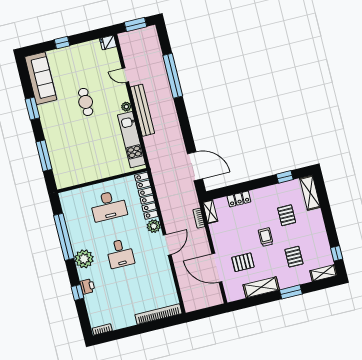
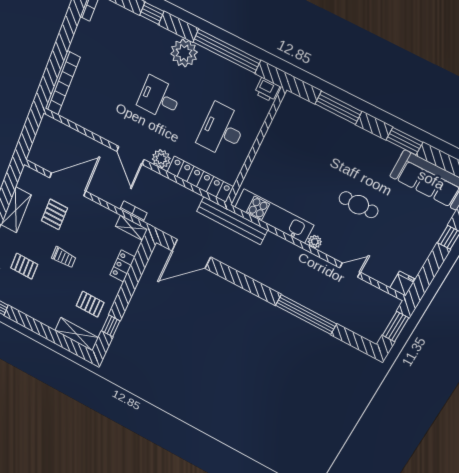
bench: (142, 110) -> (232, 221), moved
pallet: (287, 215) -> (90, 304), moved
printer: (87, 286) -> (267, 90), moved

